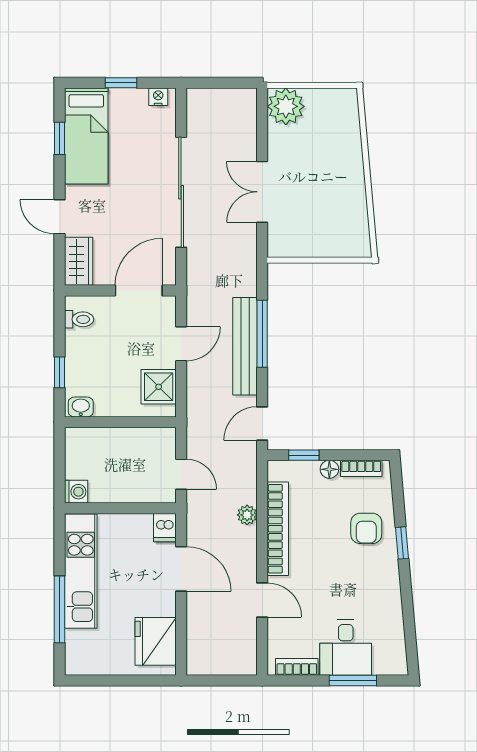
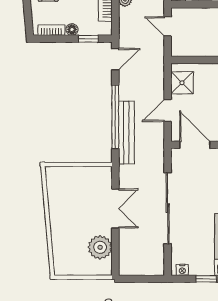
plant: (286, 106) -> (100, 247), moved
door: (139, 290) -> (195, 145), swing flipped
window: (262, 334) -> (115, 117), width x1.46
bench: (245, 346) -> (126, 132), moved

